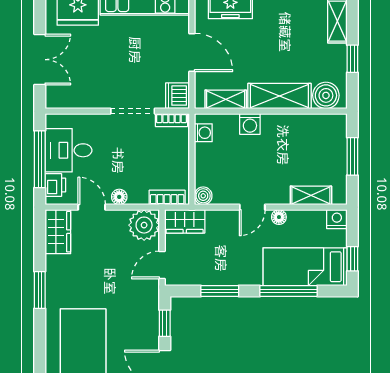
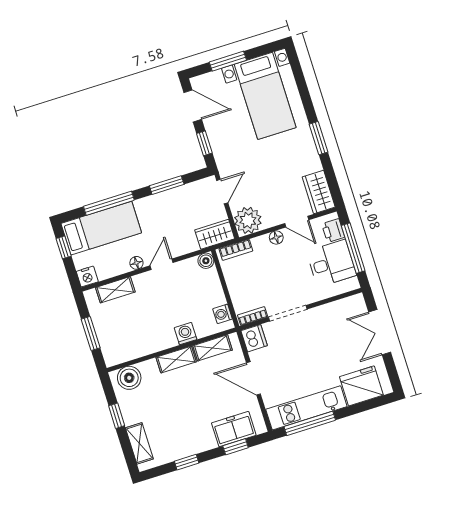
shelving: (279, 96) -> (176, 360), width x0.67, depth x0.75

